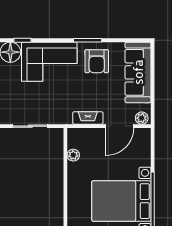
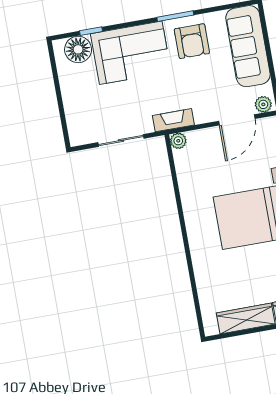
fireplace: (88, 118) -> (173, 120), moved
plant: (73, 155) -> (178, 141), moved

